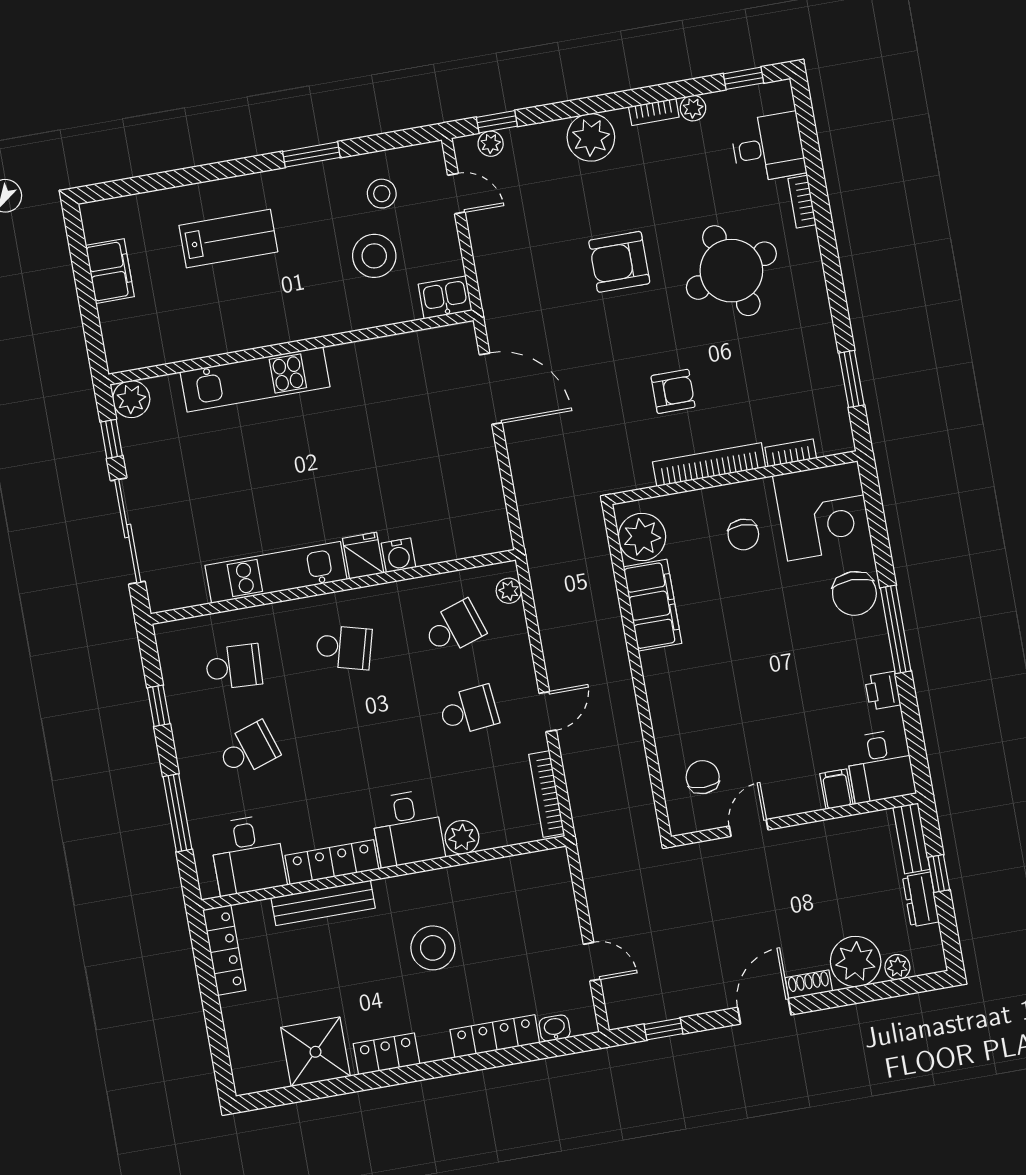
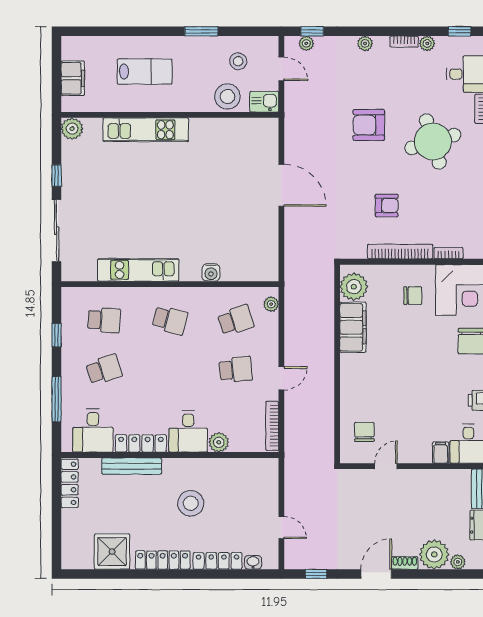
plant: (591, 137) -> (365, 43), width x0.53, depth x0.53
kitchen sink: (445, 297) -> (264, 102), moved
wall: (291, 347) -> (170, 115), moved
kitchen unit: (255, 379) -> (146, 130), moved
plant: (131, 399) -> (72, 129), moved
chair: (743, 534) -> (413, 296), turned -90
fridge: (363, 556) -> (190, 269), removed
locker: (387, 1054) -> (163, 560), width x1.53

